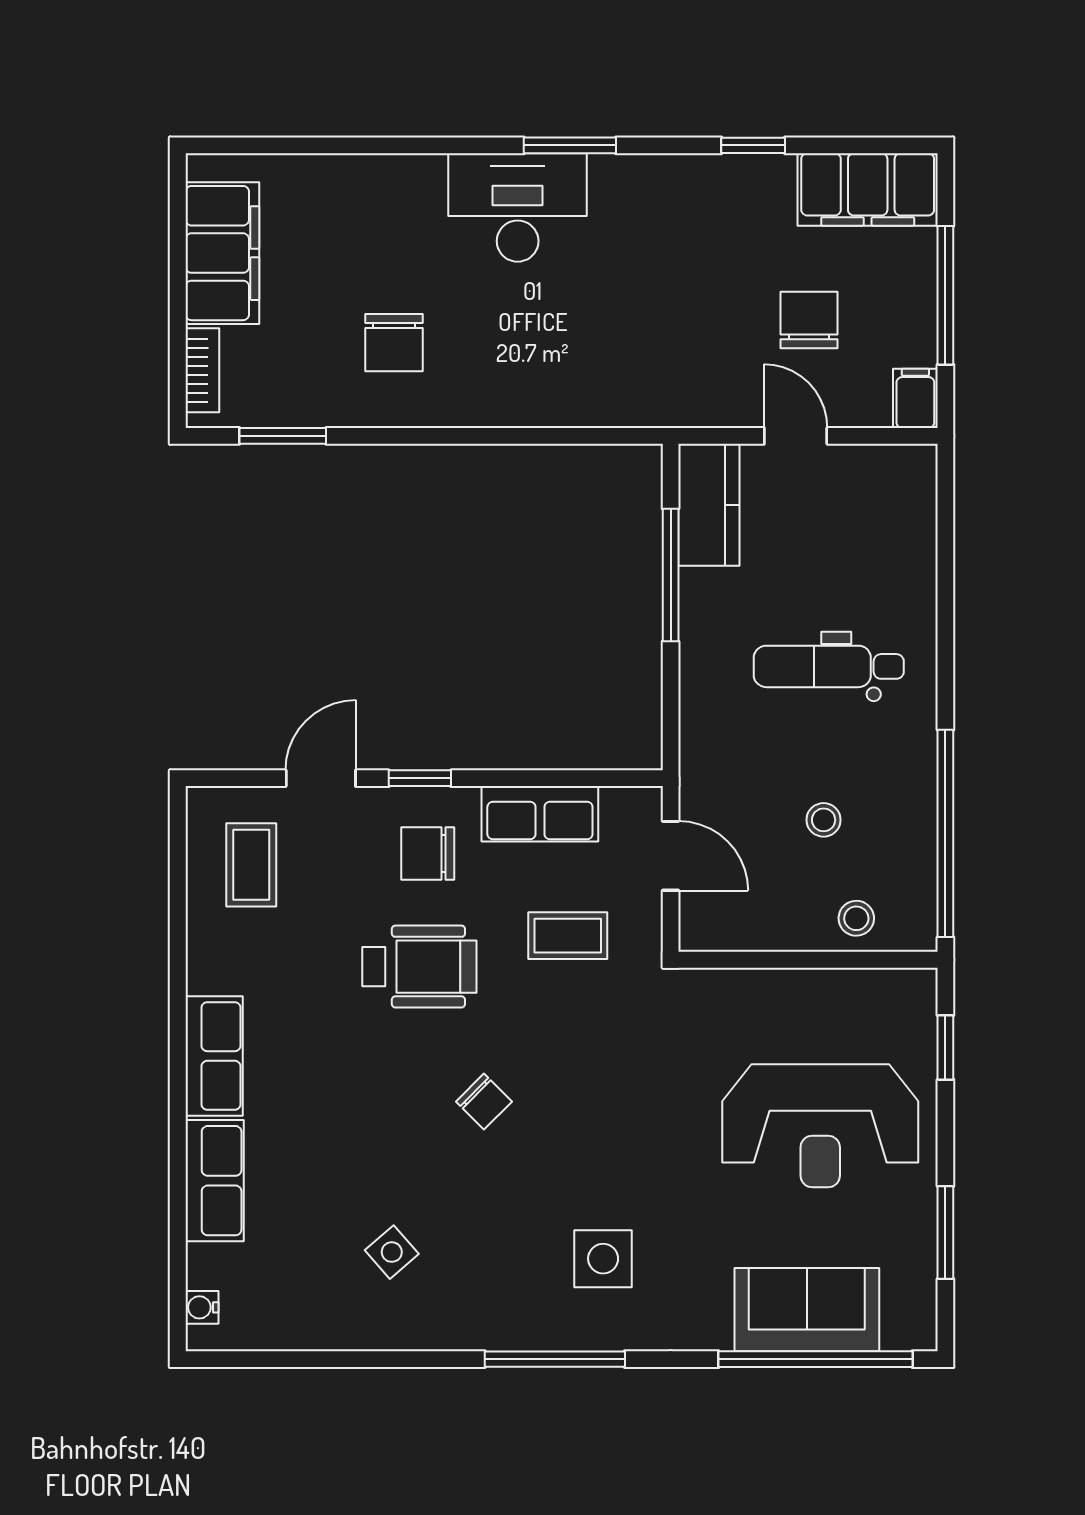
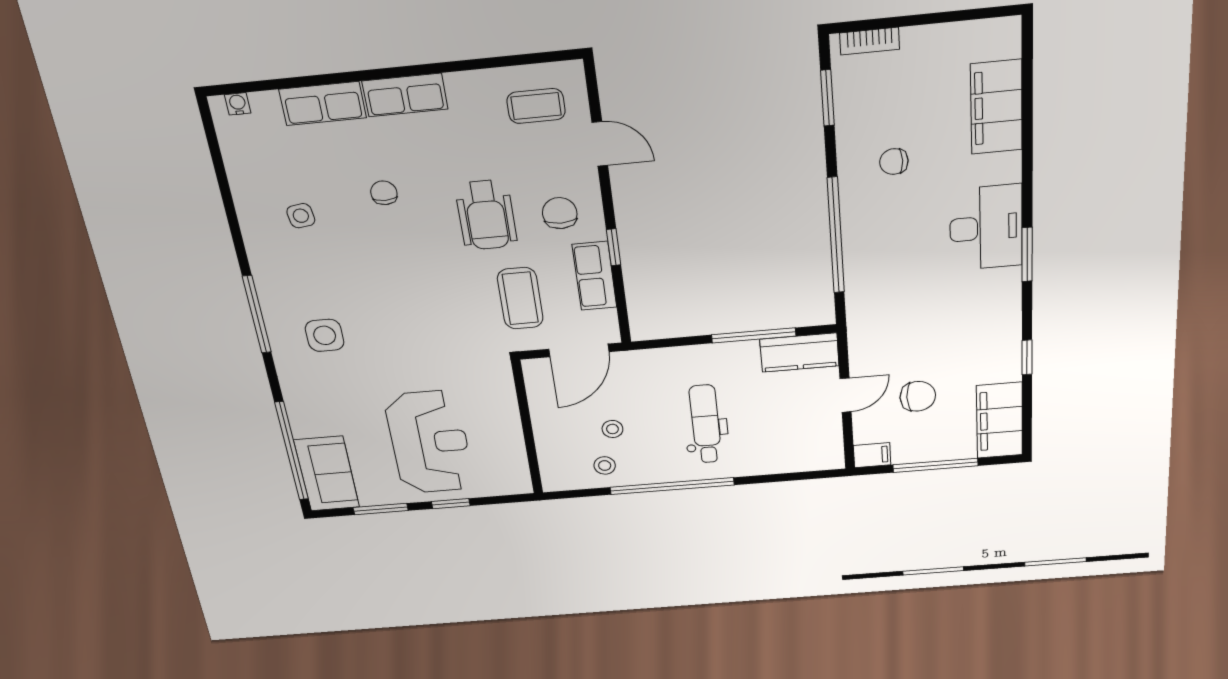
filing cabinet: (222, 253) -> (996, 107), moved, turned 90
chair: (394, 343) -> (894, 162), width x0.73, depth x0.73
window: (508, 436) -> (836, 236), added
window: (420, 778) -> (614, 247), moved
window: (945, 833) -> (672, 486), moved
door: (671, 856) -> (579, 350), width x1.38
stool: (856, 918) -> (605, 465), moved
coffee table: (568, 936) -> (520, 298), width x1.36, depth x1.30
window: (945, 1048) -> (451, 504), moved
chair: (484, 1102) -> (384, 193), moved, turned 135
reception desk: (820, 1126) -> (430, 442), turned 180
side table: (392, 1252) -> (301, 216), turned 33
sofa: (807, 1310) -> (327, 474), moved

